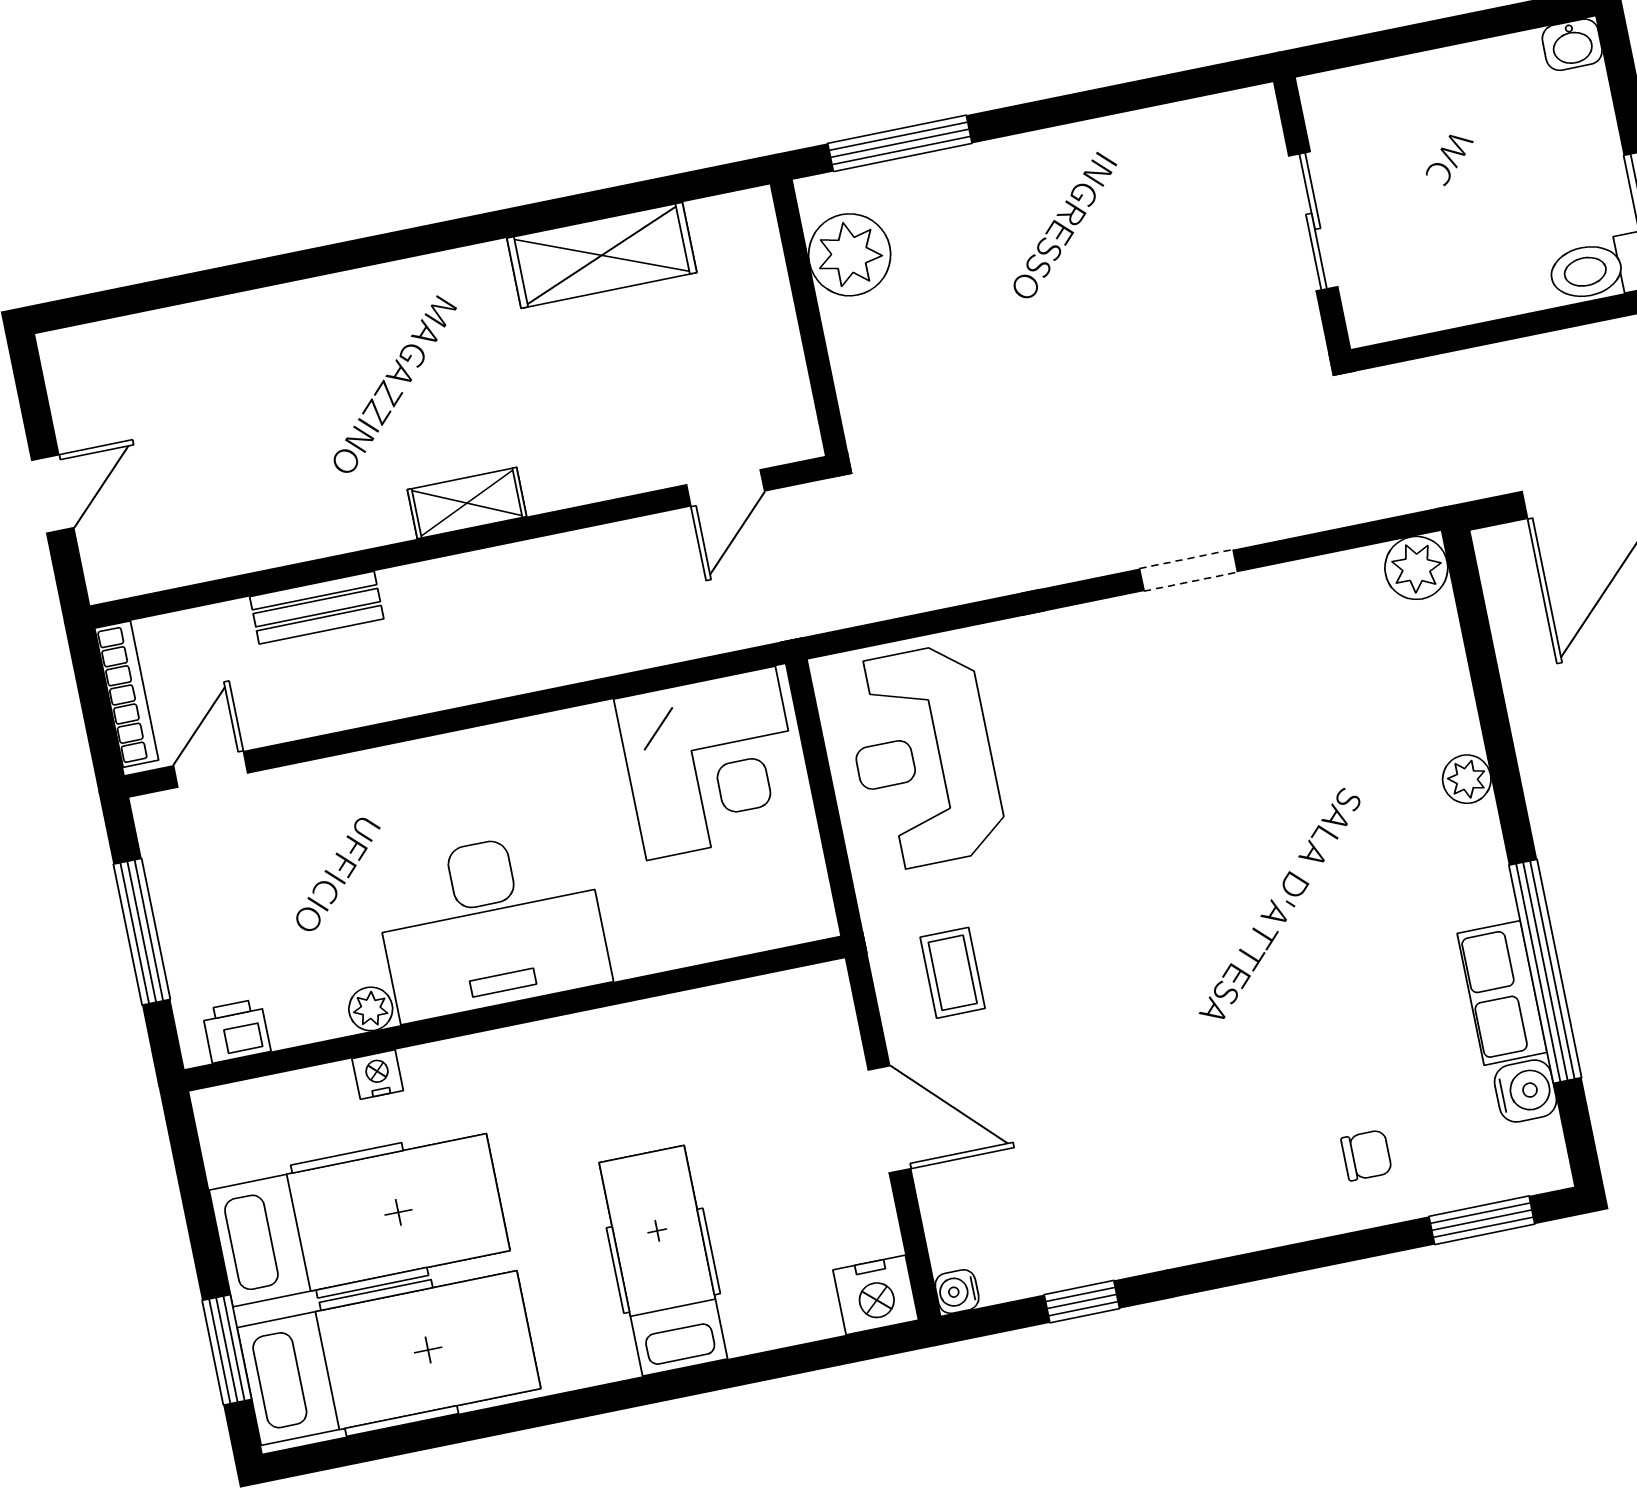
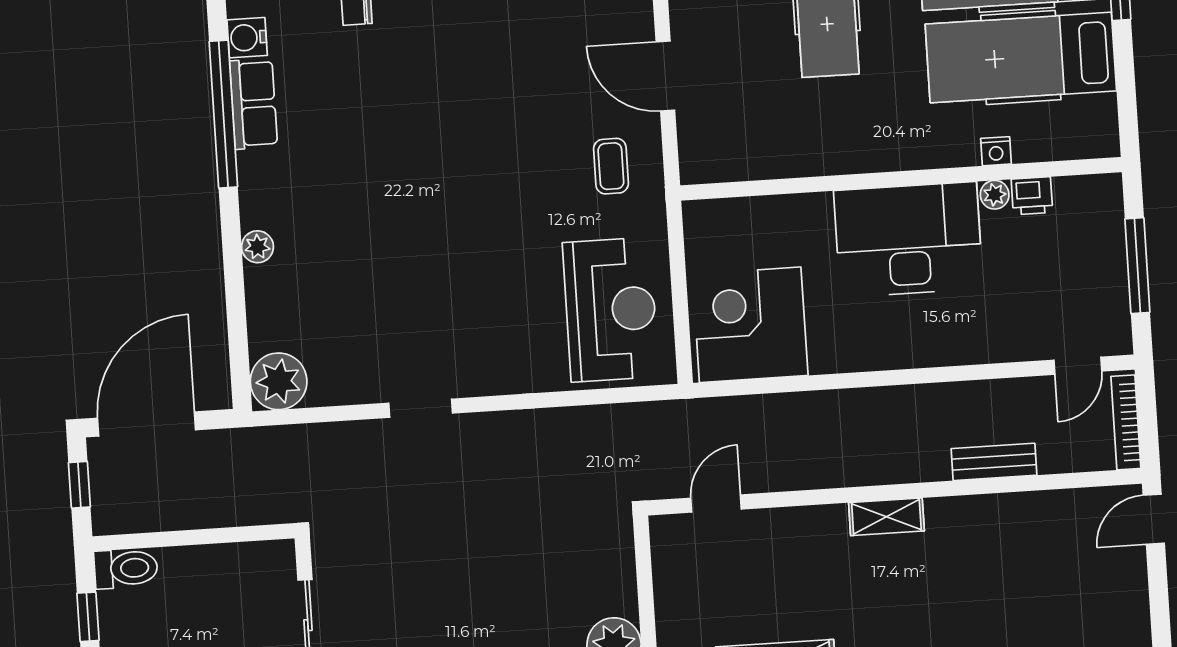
door: (53, 494) -> (1154, 519), moved
plant: (1416, 568) -> (279, 381), width x1.36, depth x1.36
printer: (236, 1031) -> (1032, 196), moved

